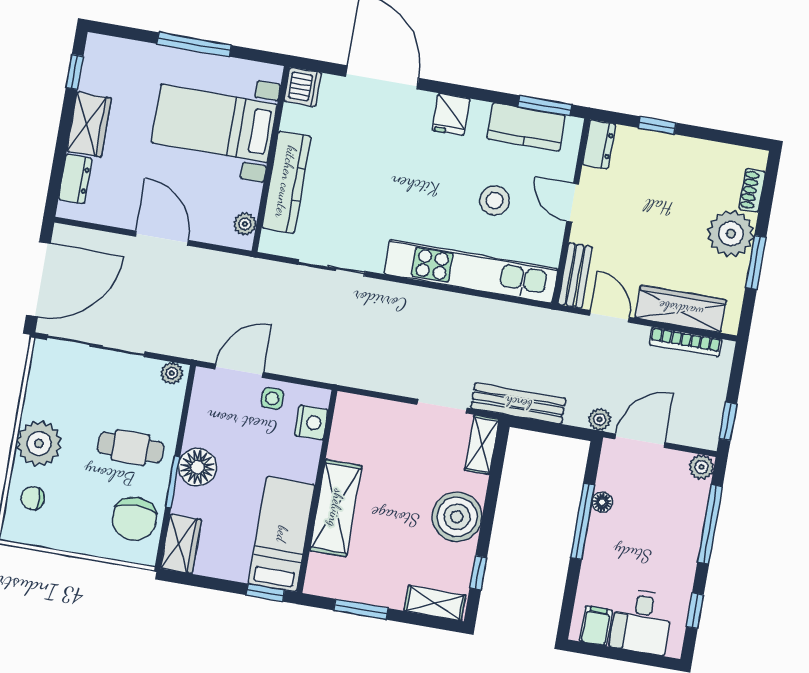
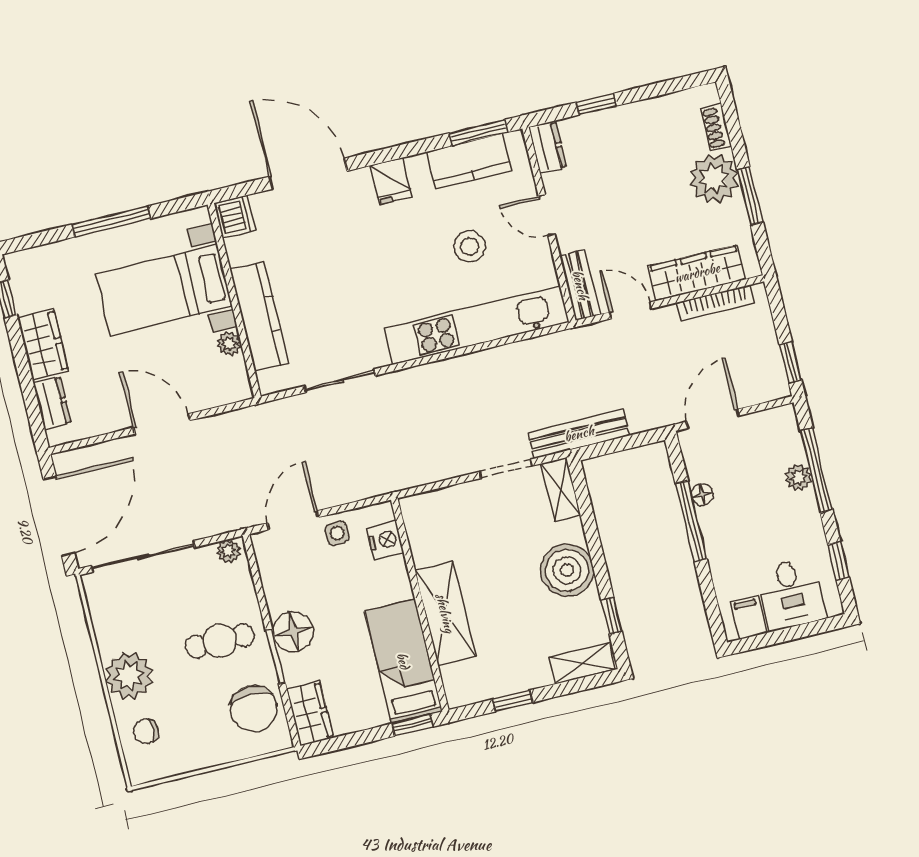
plant: (245, 224) -> (229, 344), moved
plant: (600, 419) -> (665, 415), removed
plant: (701, 467) -> (798, 477), moved
window: (361, 609) -> (513, 701), width x0.67

